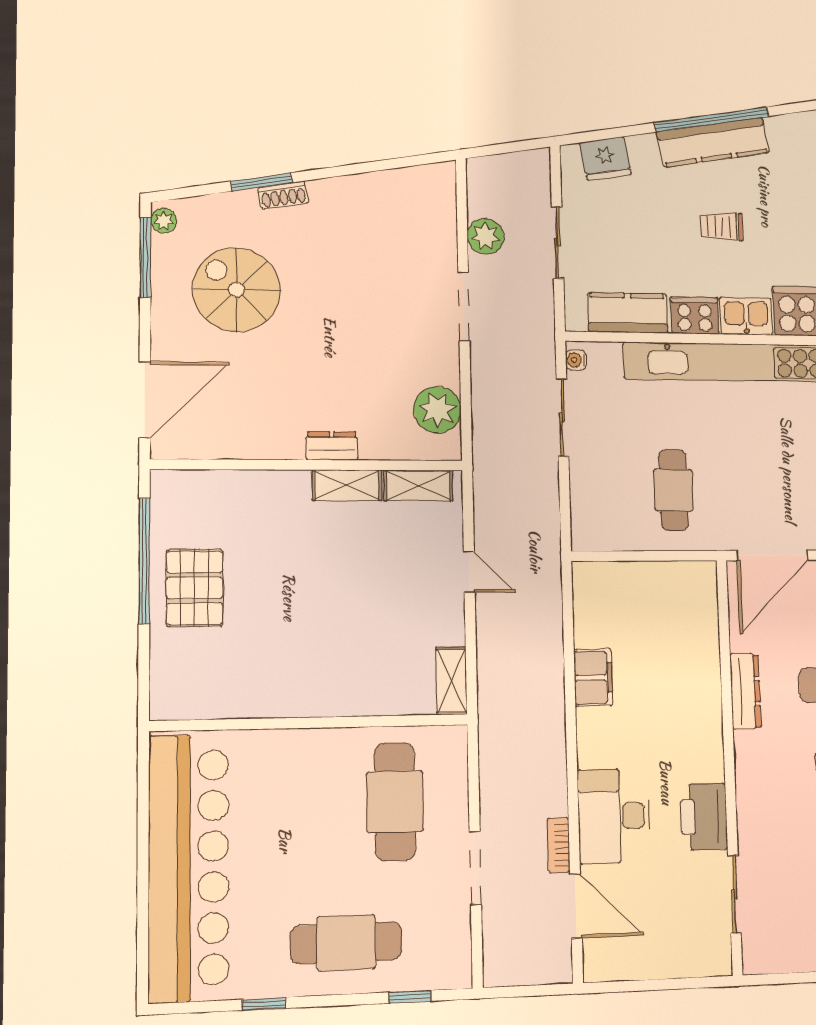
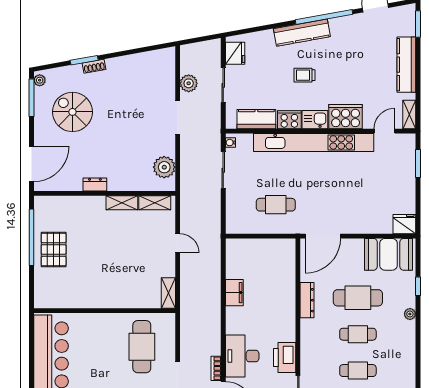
window: (711, 119) -> (324, 17), moved
fridge: (605, 158) -> (235, 53), moved, turned -80
dresser: (332, 446) -> (95, 185), moved
cafe table: (674, 490) -> (276, 205), turned 90

